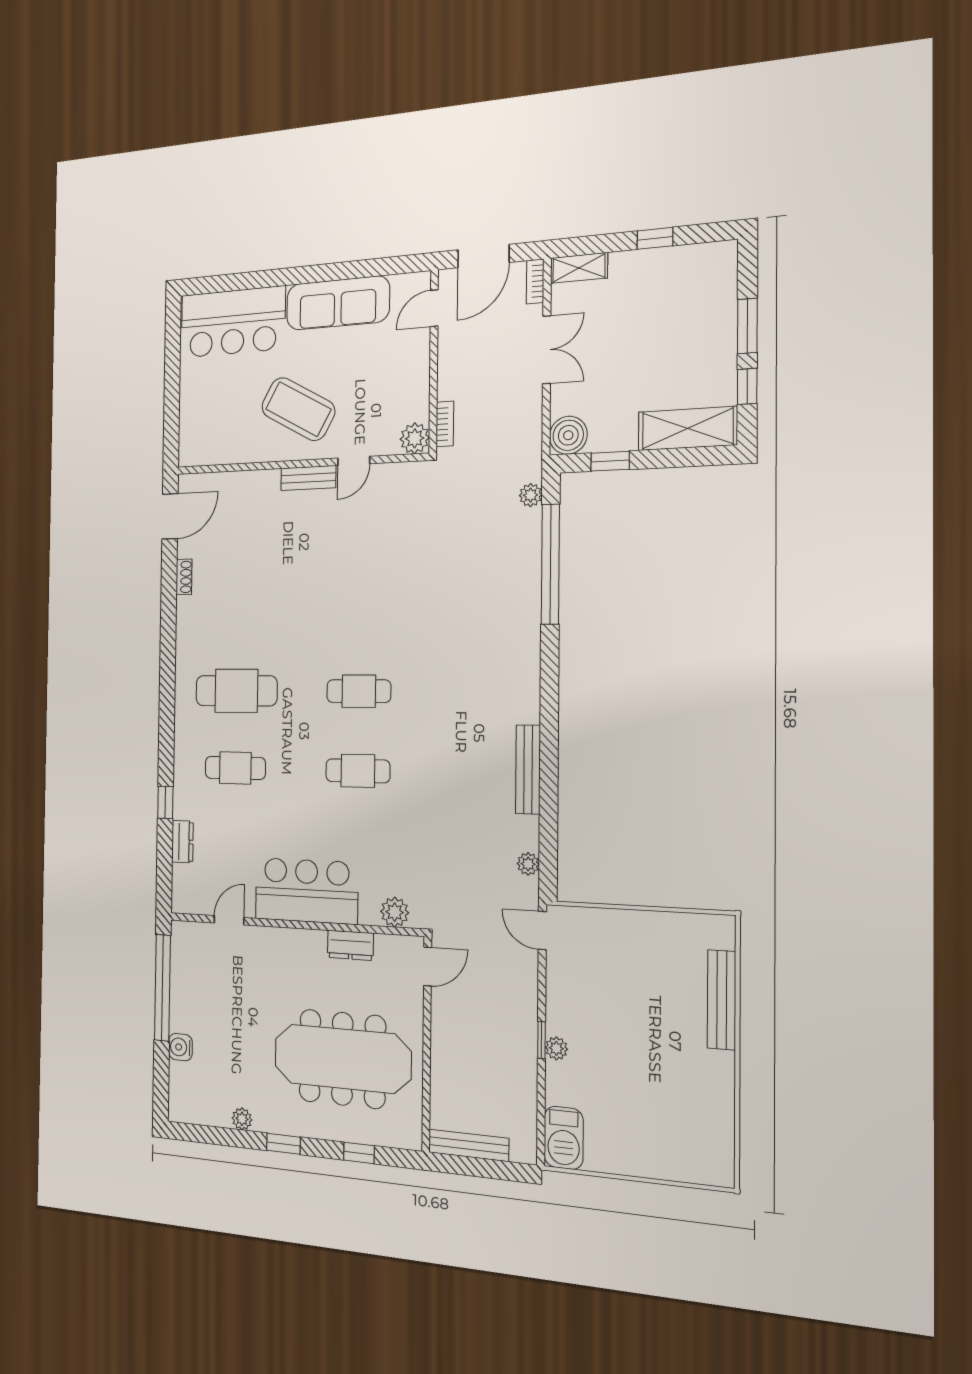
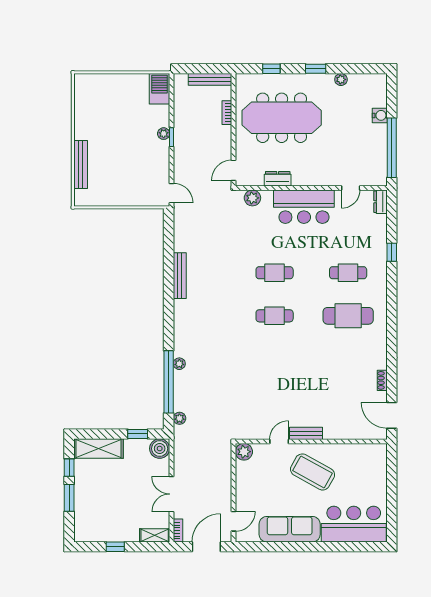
bookcase: (445, 424) -> (227, 113), moved
door: (170, 516) -> (392, 415), hinge flipped
dresser: (182, 842) -> (381, 202), moved
plant: (528, 864) -> (179, 364), moved

